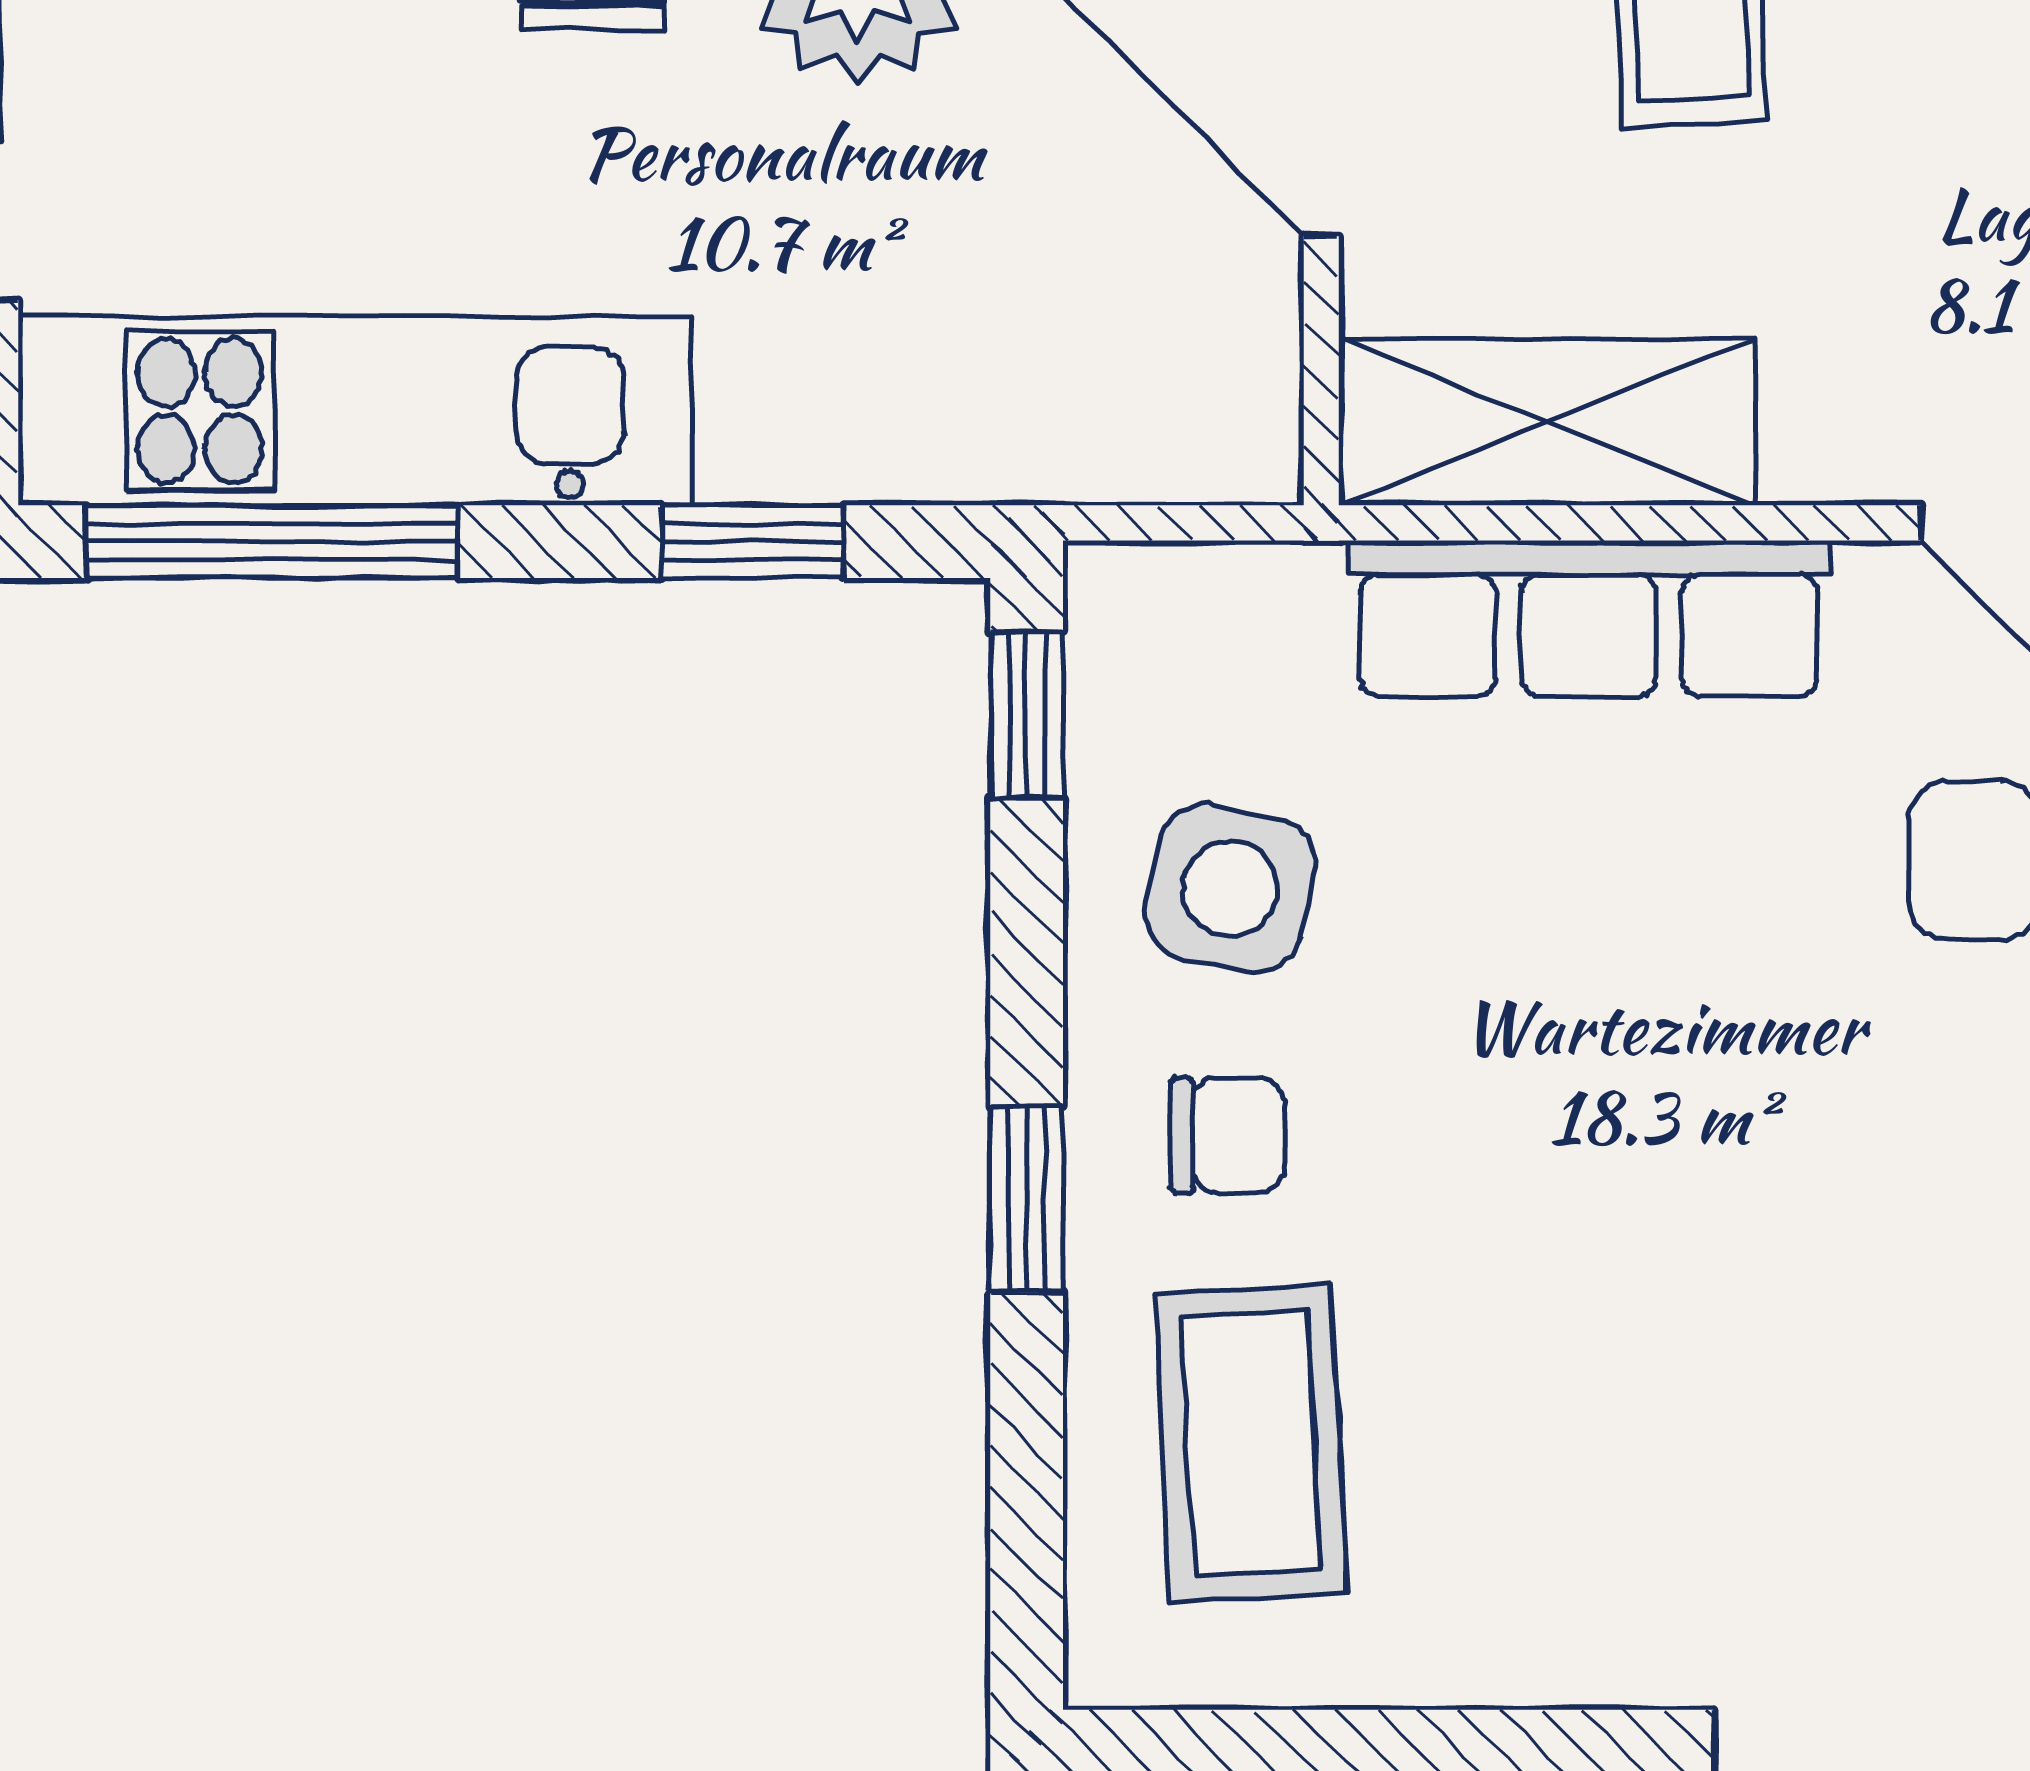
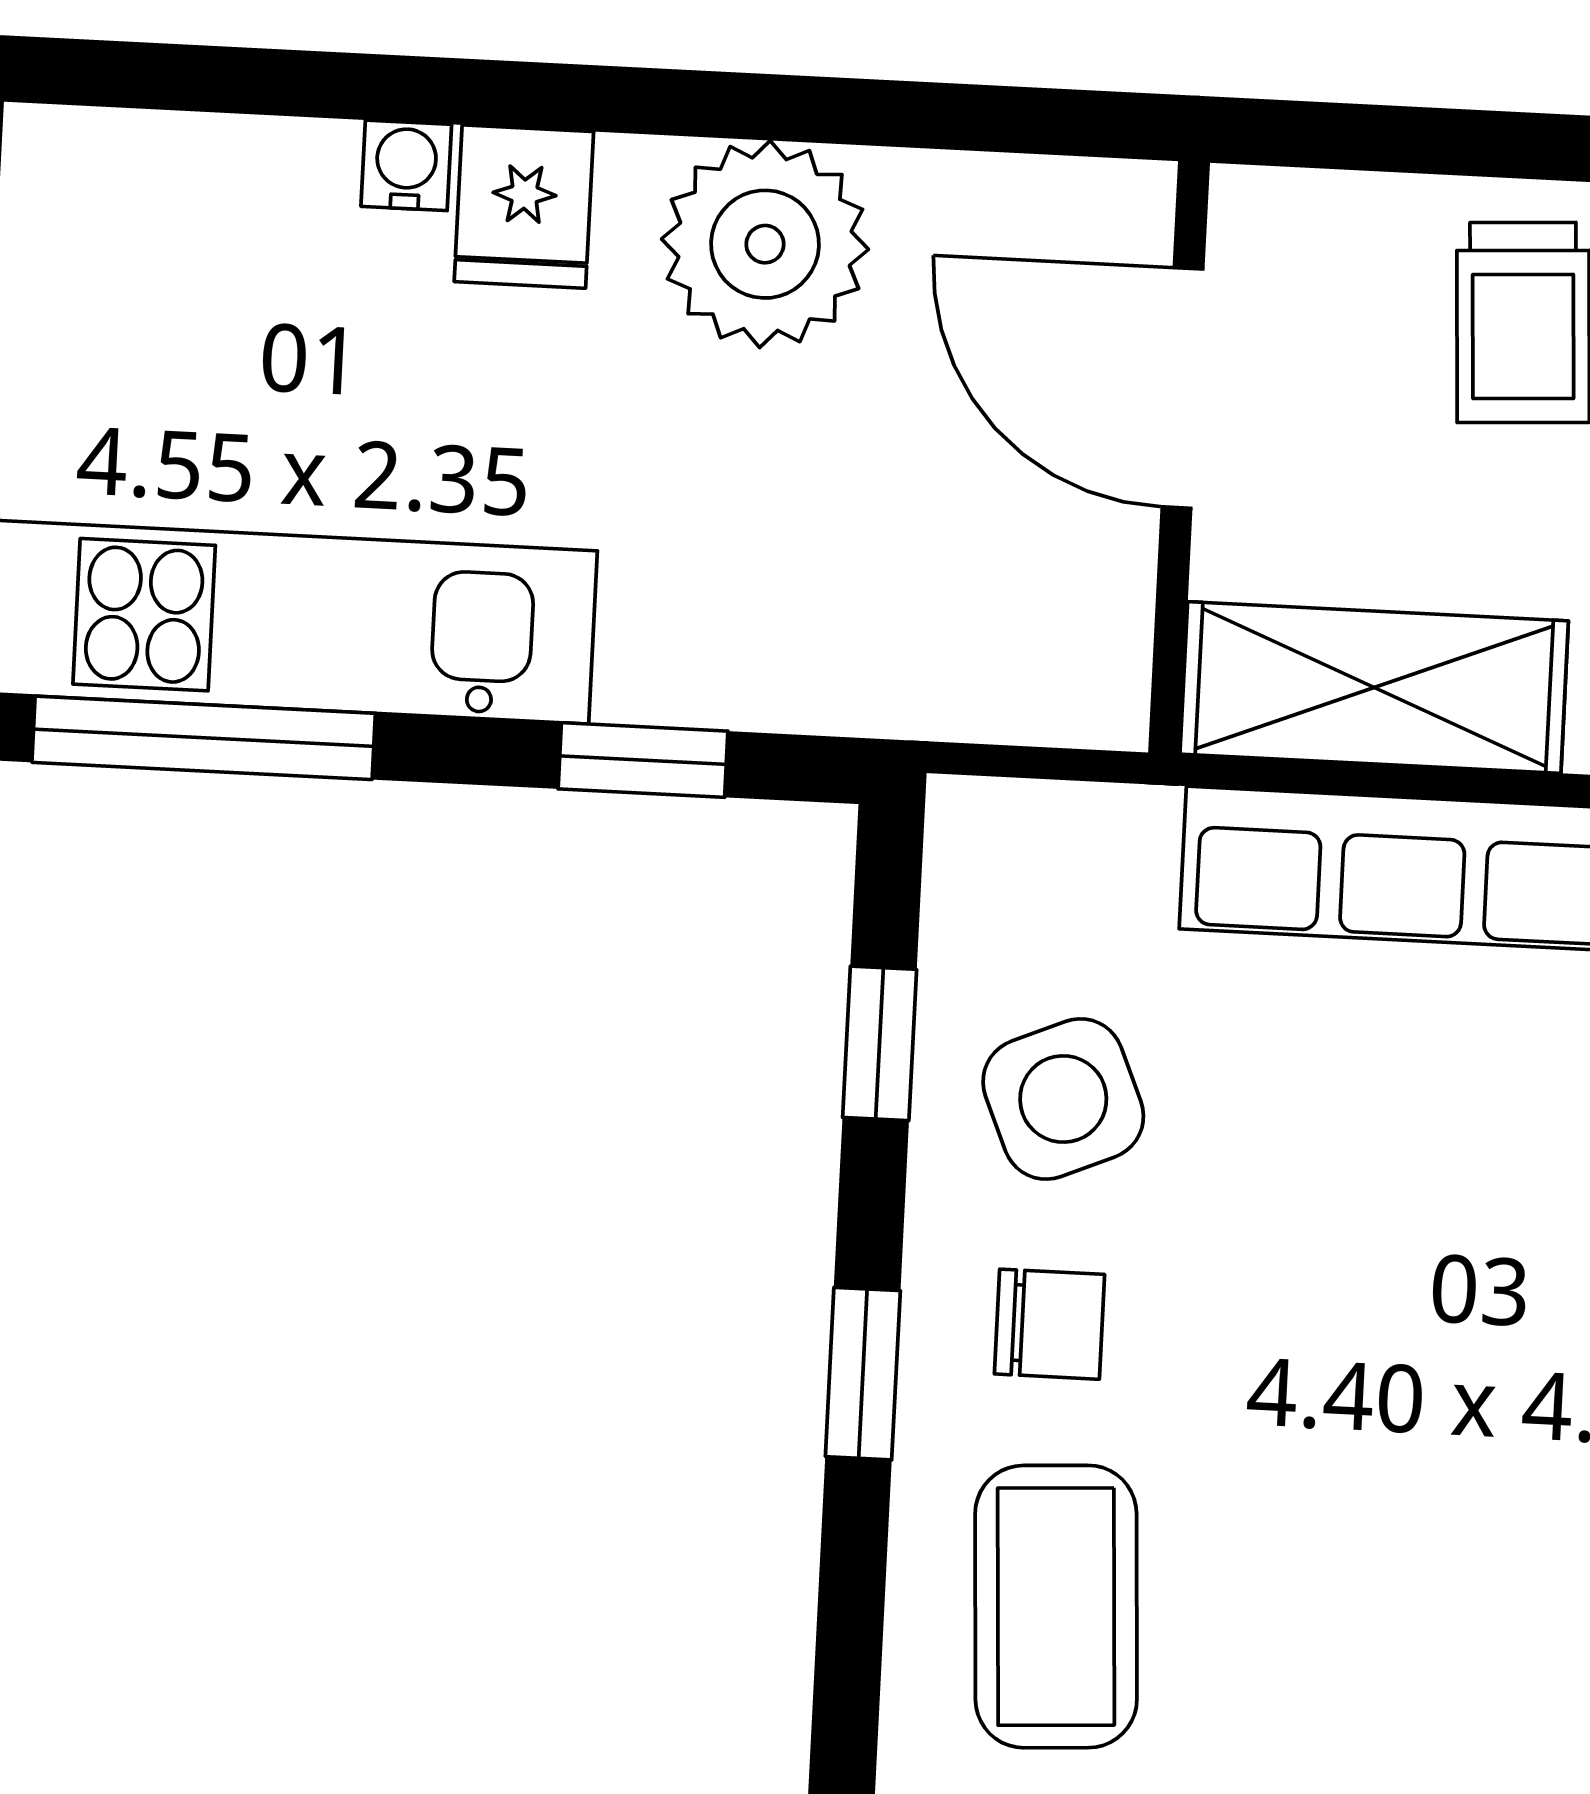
window: (1027, 715) -> (880, 1043), moved
side table: (1230, 889) -> (1063, 1099), turned -35

